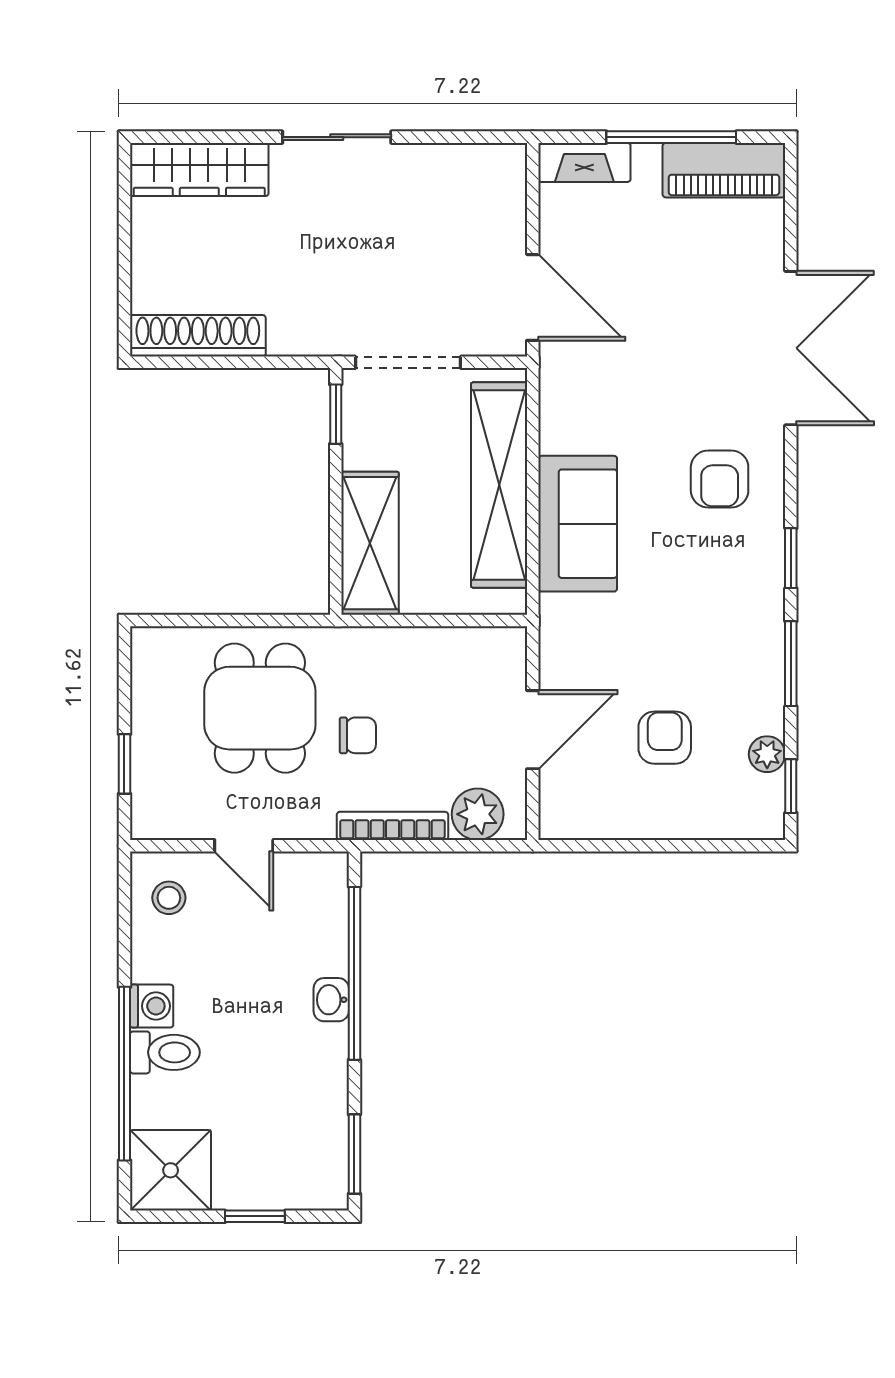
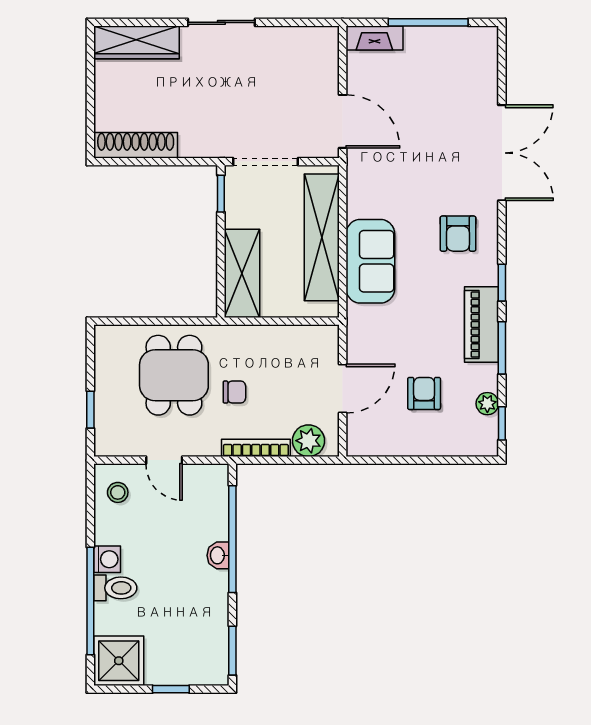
piano: (724, 170) -> (482, 325), moved, turned 90

